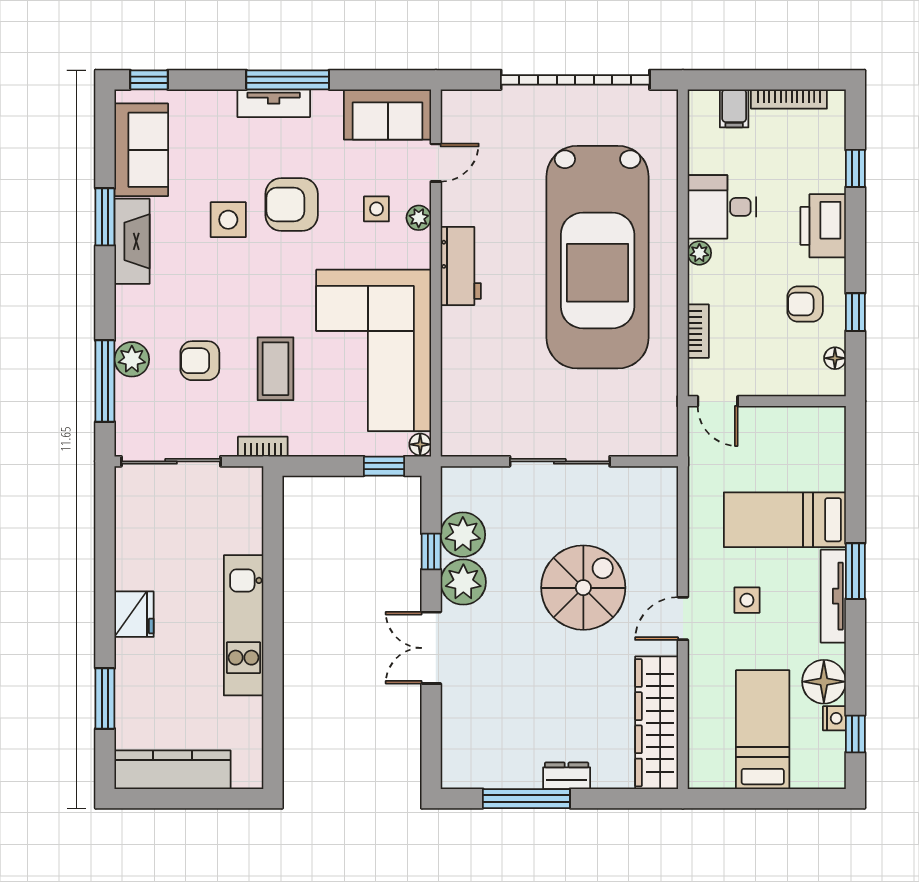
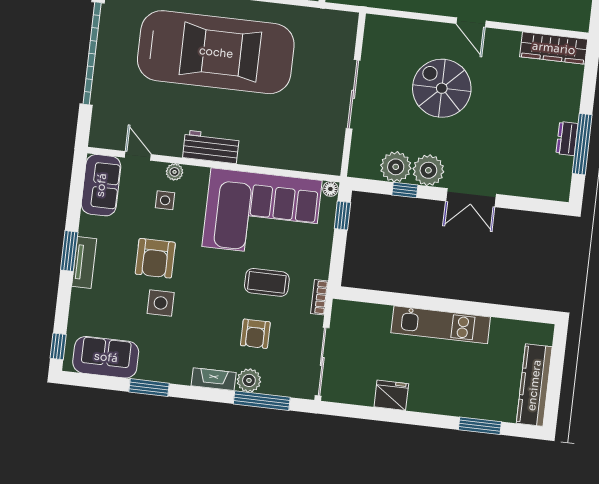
window: (288, 80) -> (69, 251), width x0.69
fireplace: (132, 241) -> (214, 379), moved, width x0.73, depth x0.76
fridge: (134, 614) -> (391, 395), moved
wardrobe: (657, 723) -> (554, 48), width x0.71, depth x0.85
dresser: (567, 776) -> (567, 139), moved

